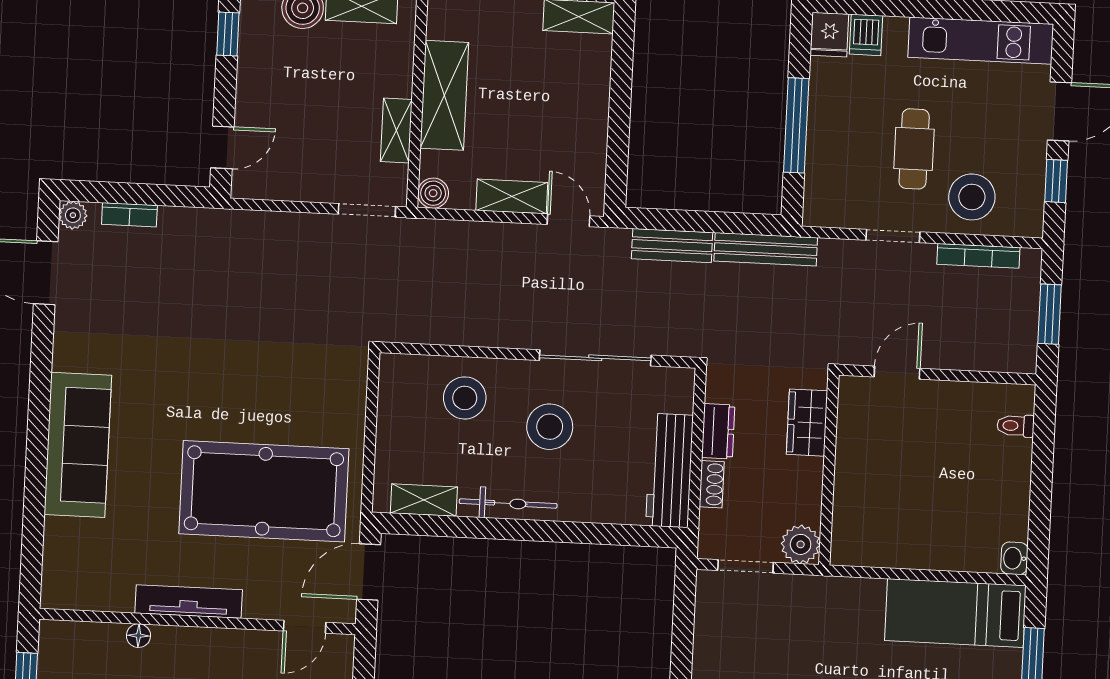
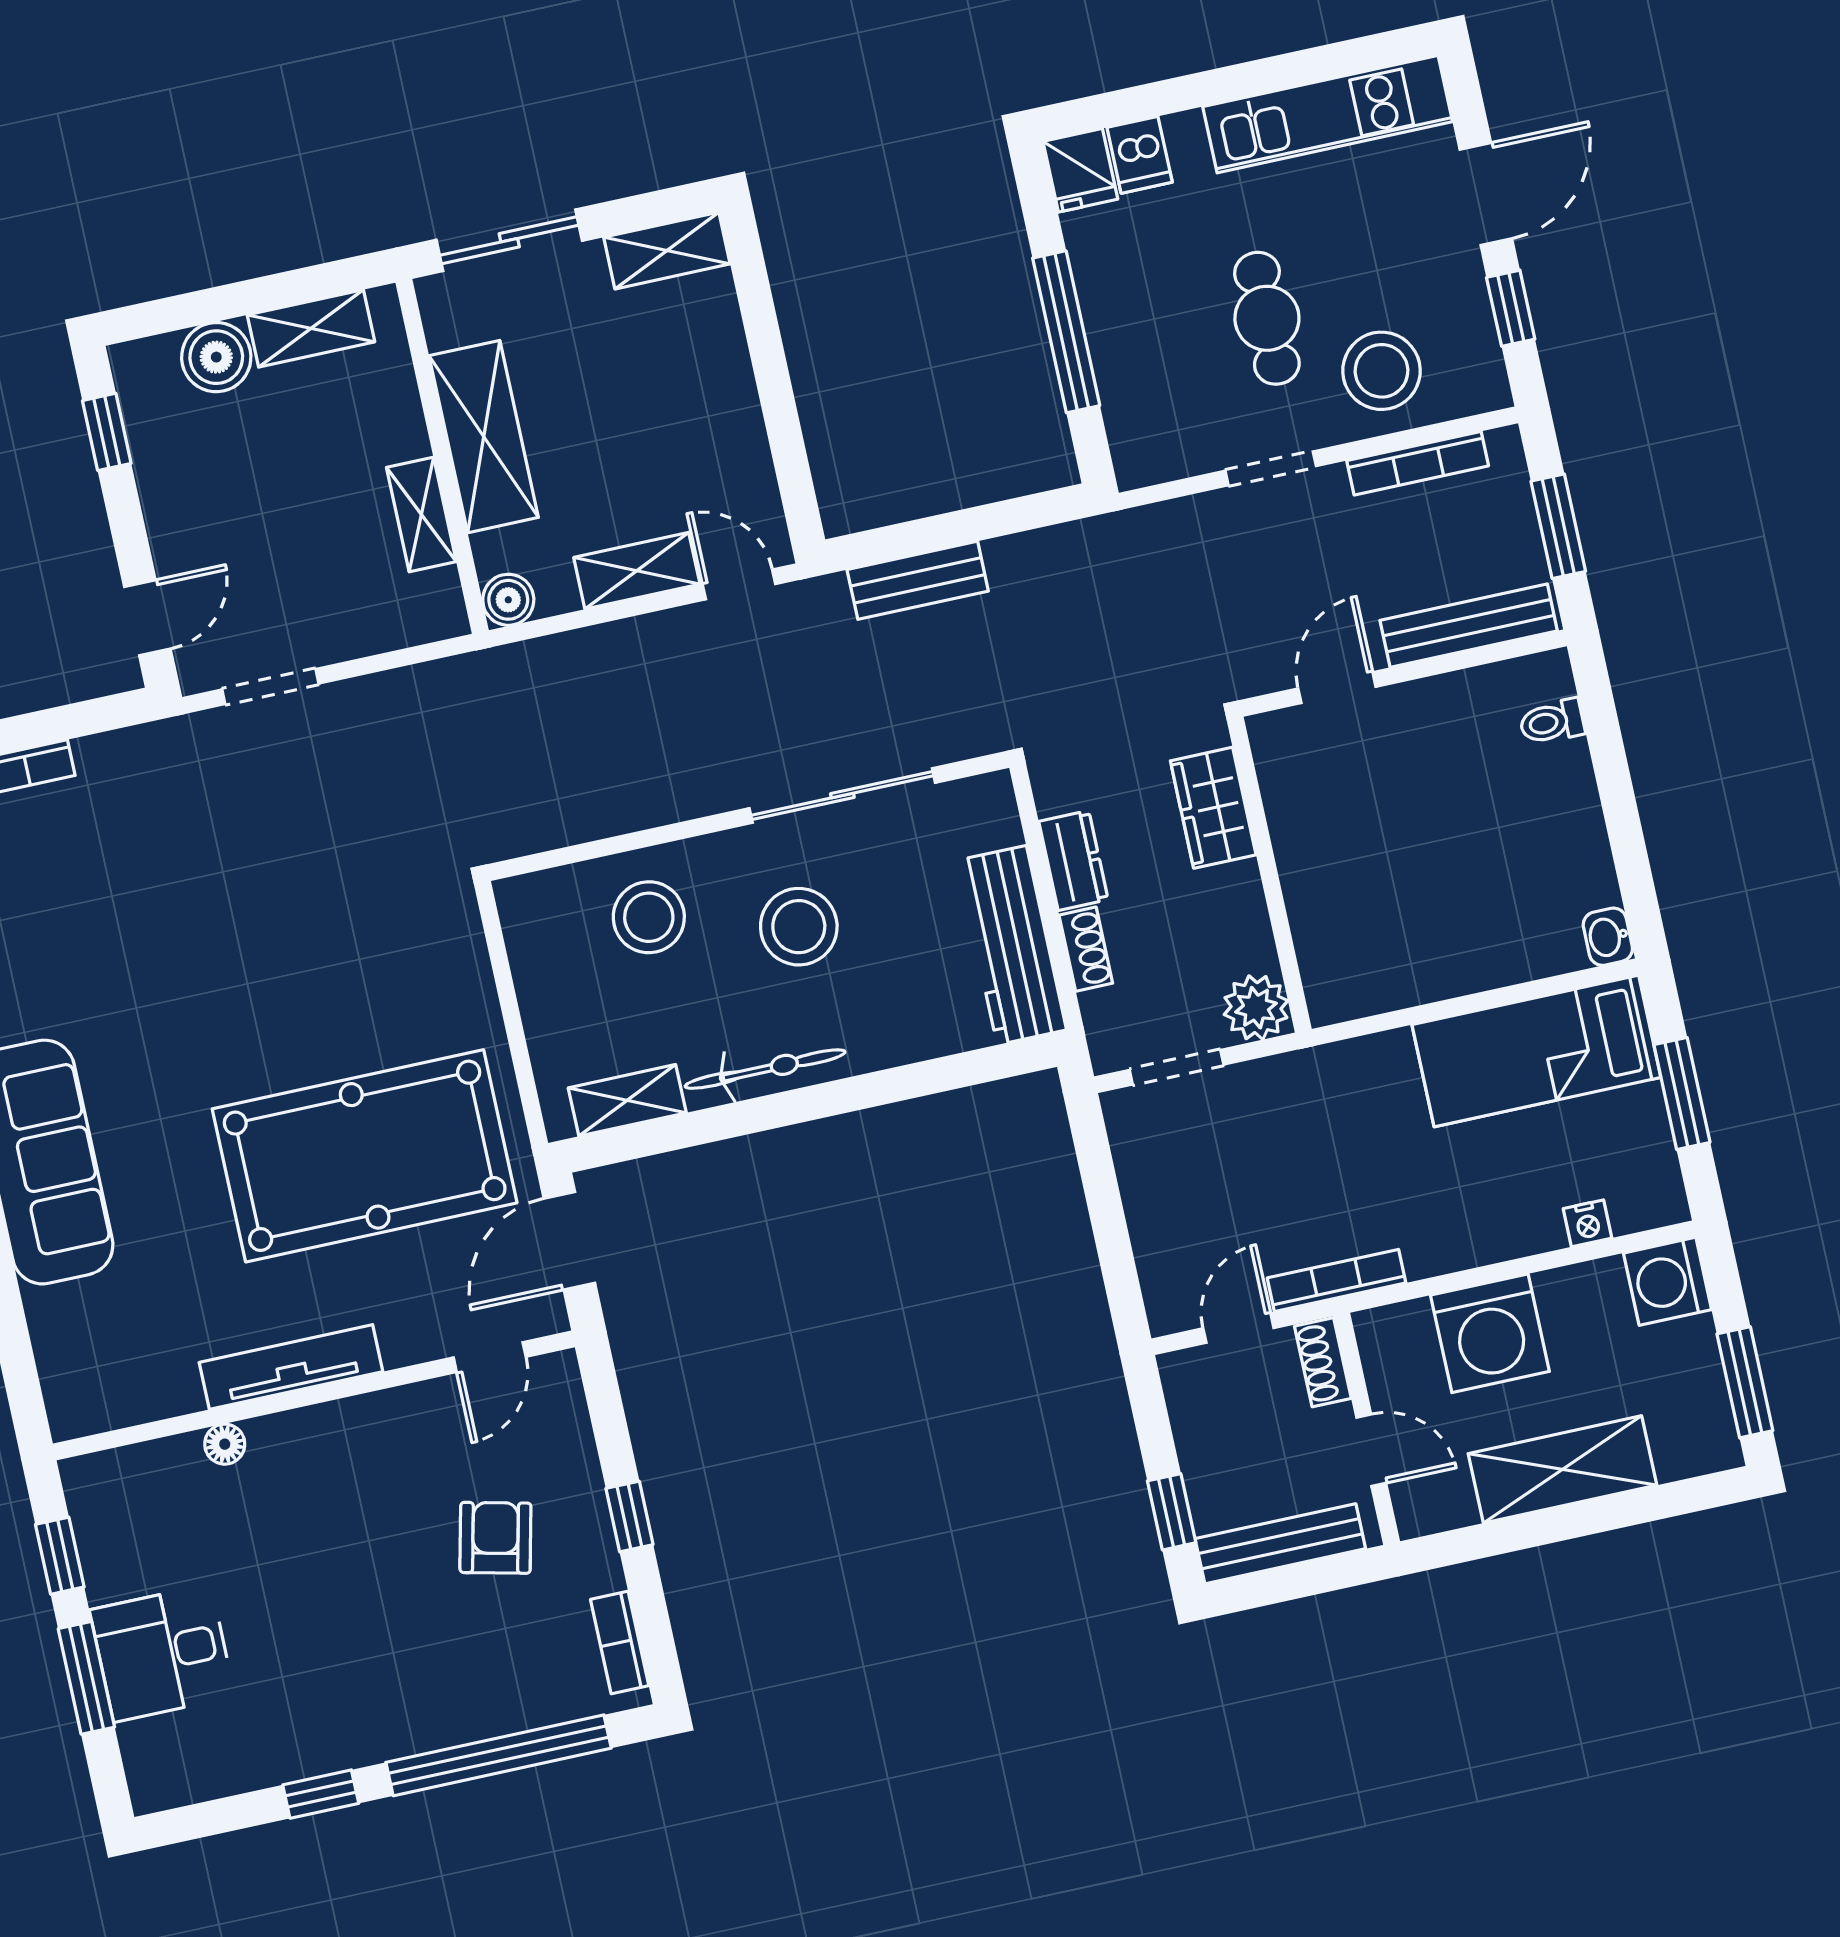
doorway: (367, 210) -> (270, 687), moved
bench: (766, 249) -> (1469, 626), moved

